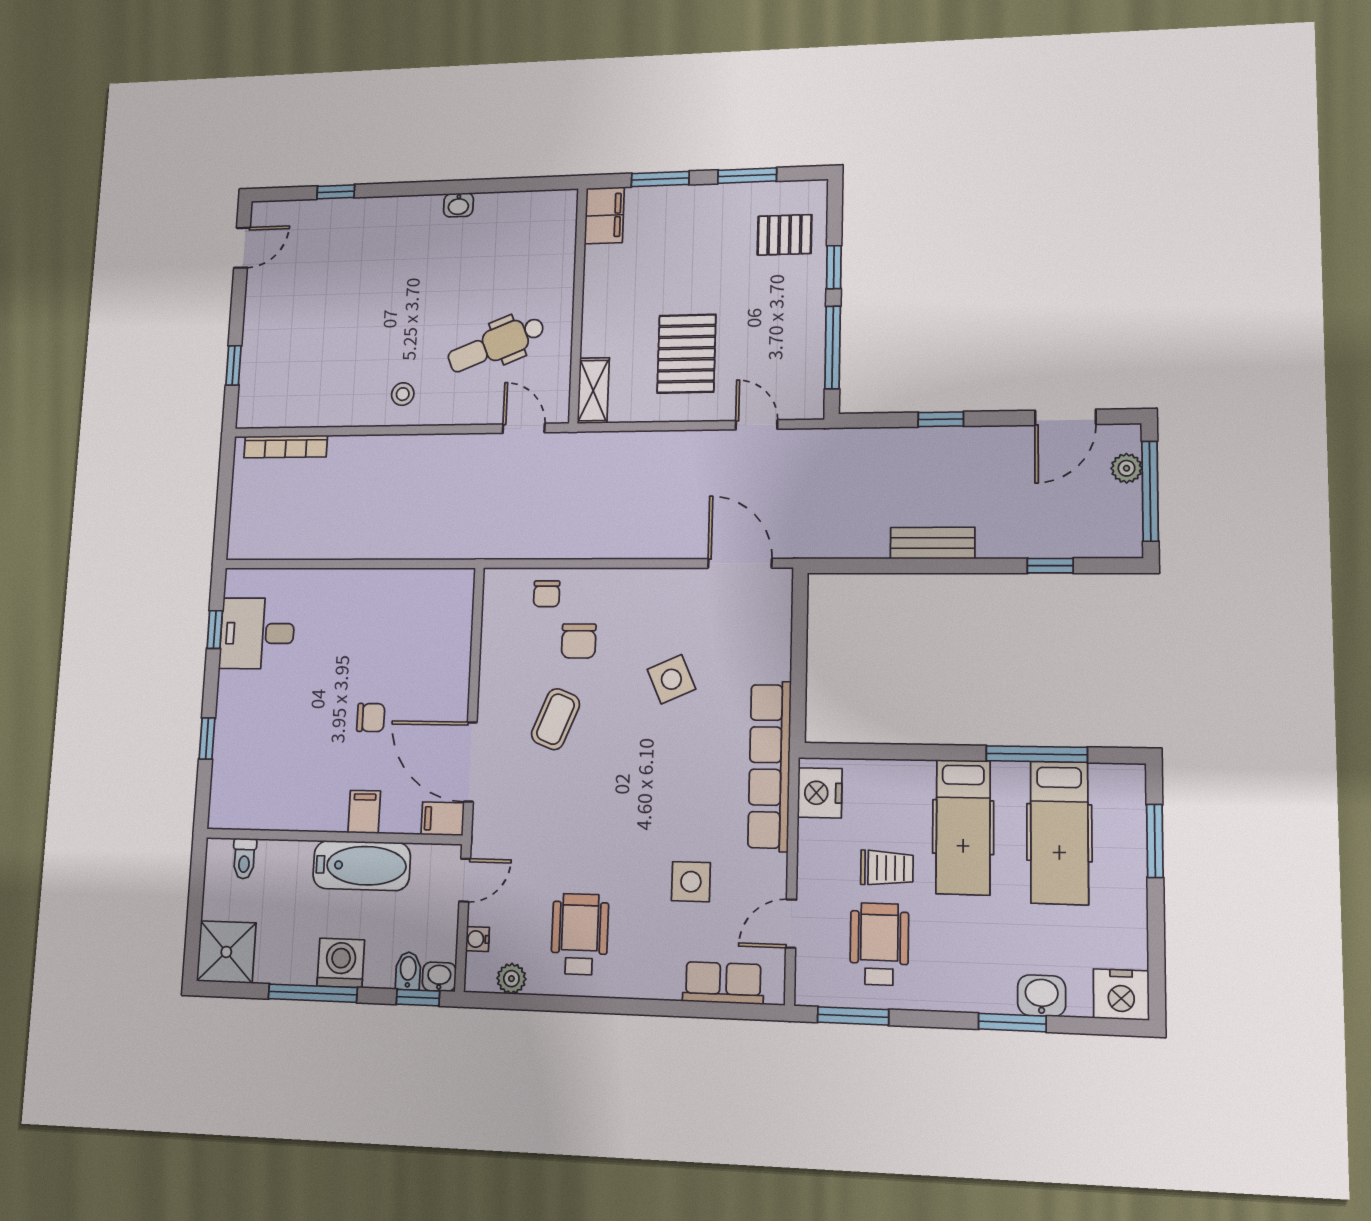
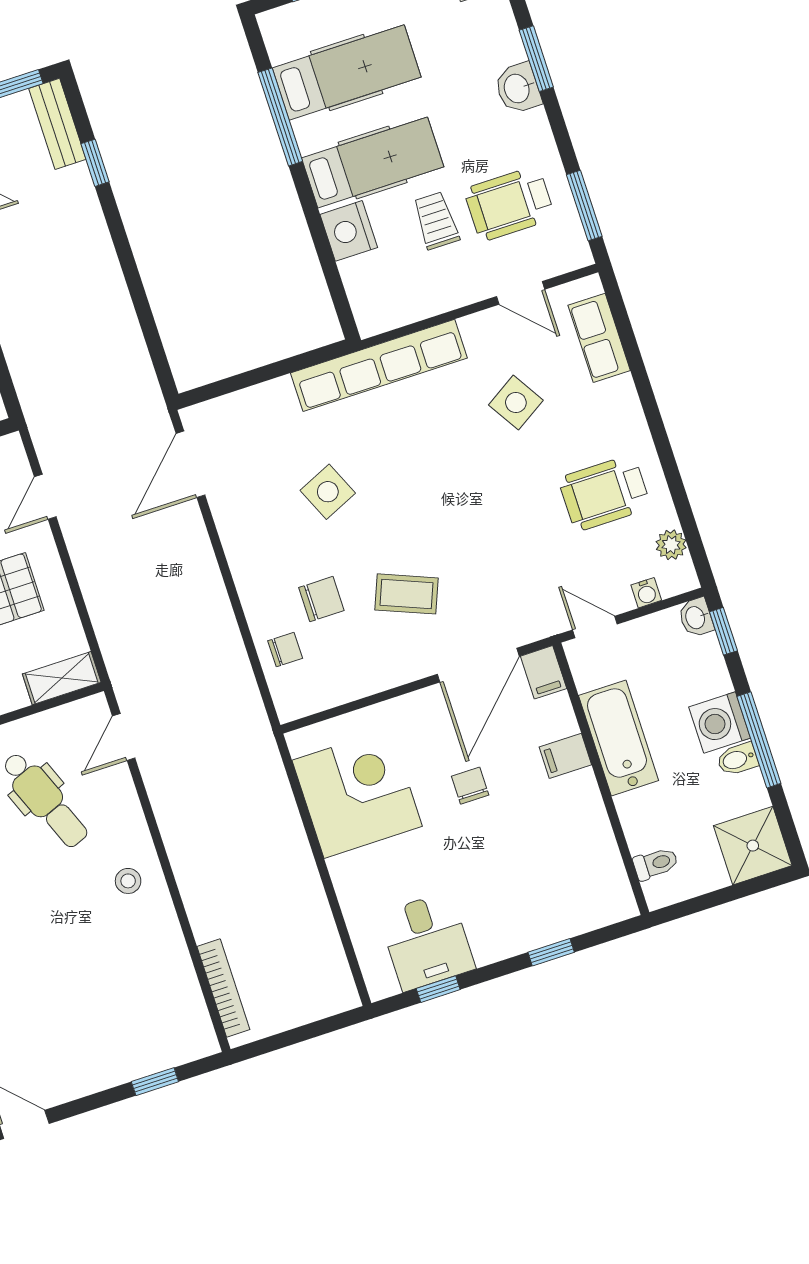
bench: (933, 543) -> (57, 124), moved
corner desk: (401, 615) -> (357, 793), added
nightstand: (820, 793) -> (349, 231), moved, turned 90
side table: (691, 882) -> (516, 403), turned -32
bidet: (408, 971) -> (737, 759), moved
washbasin: (1042, 996) -> (518, 88), moved

